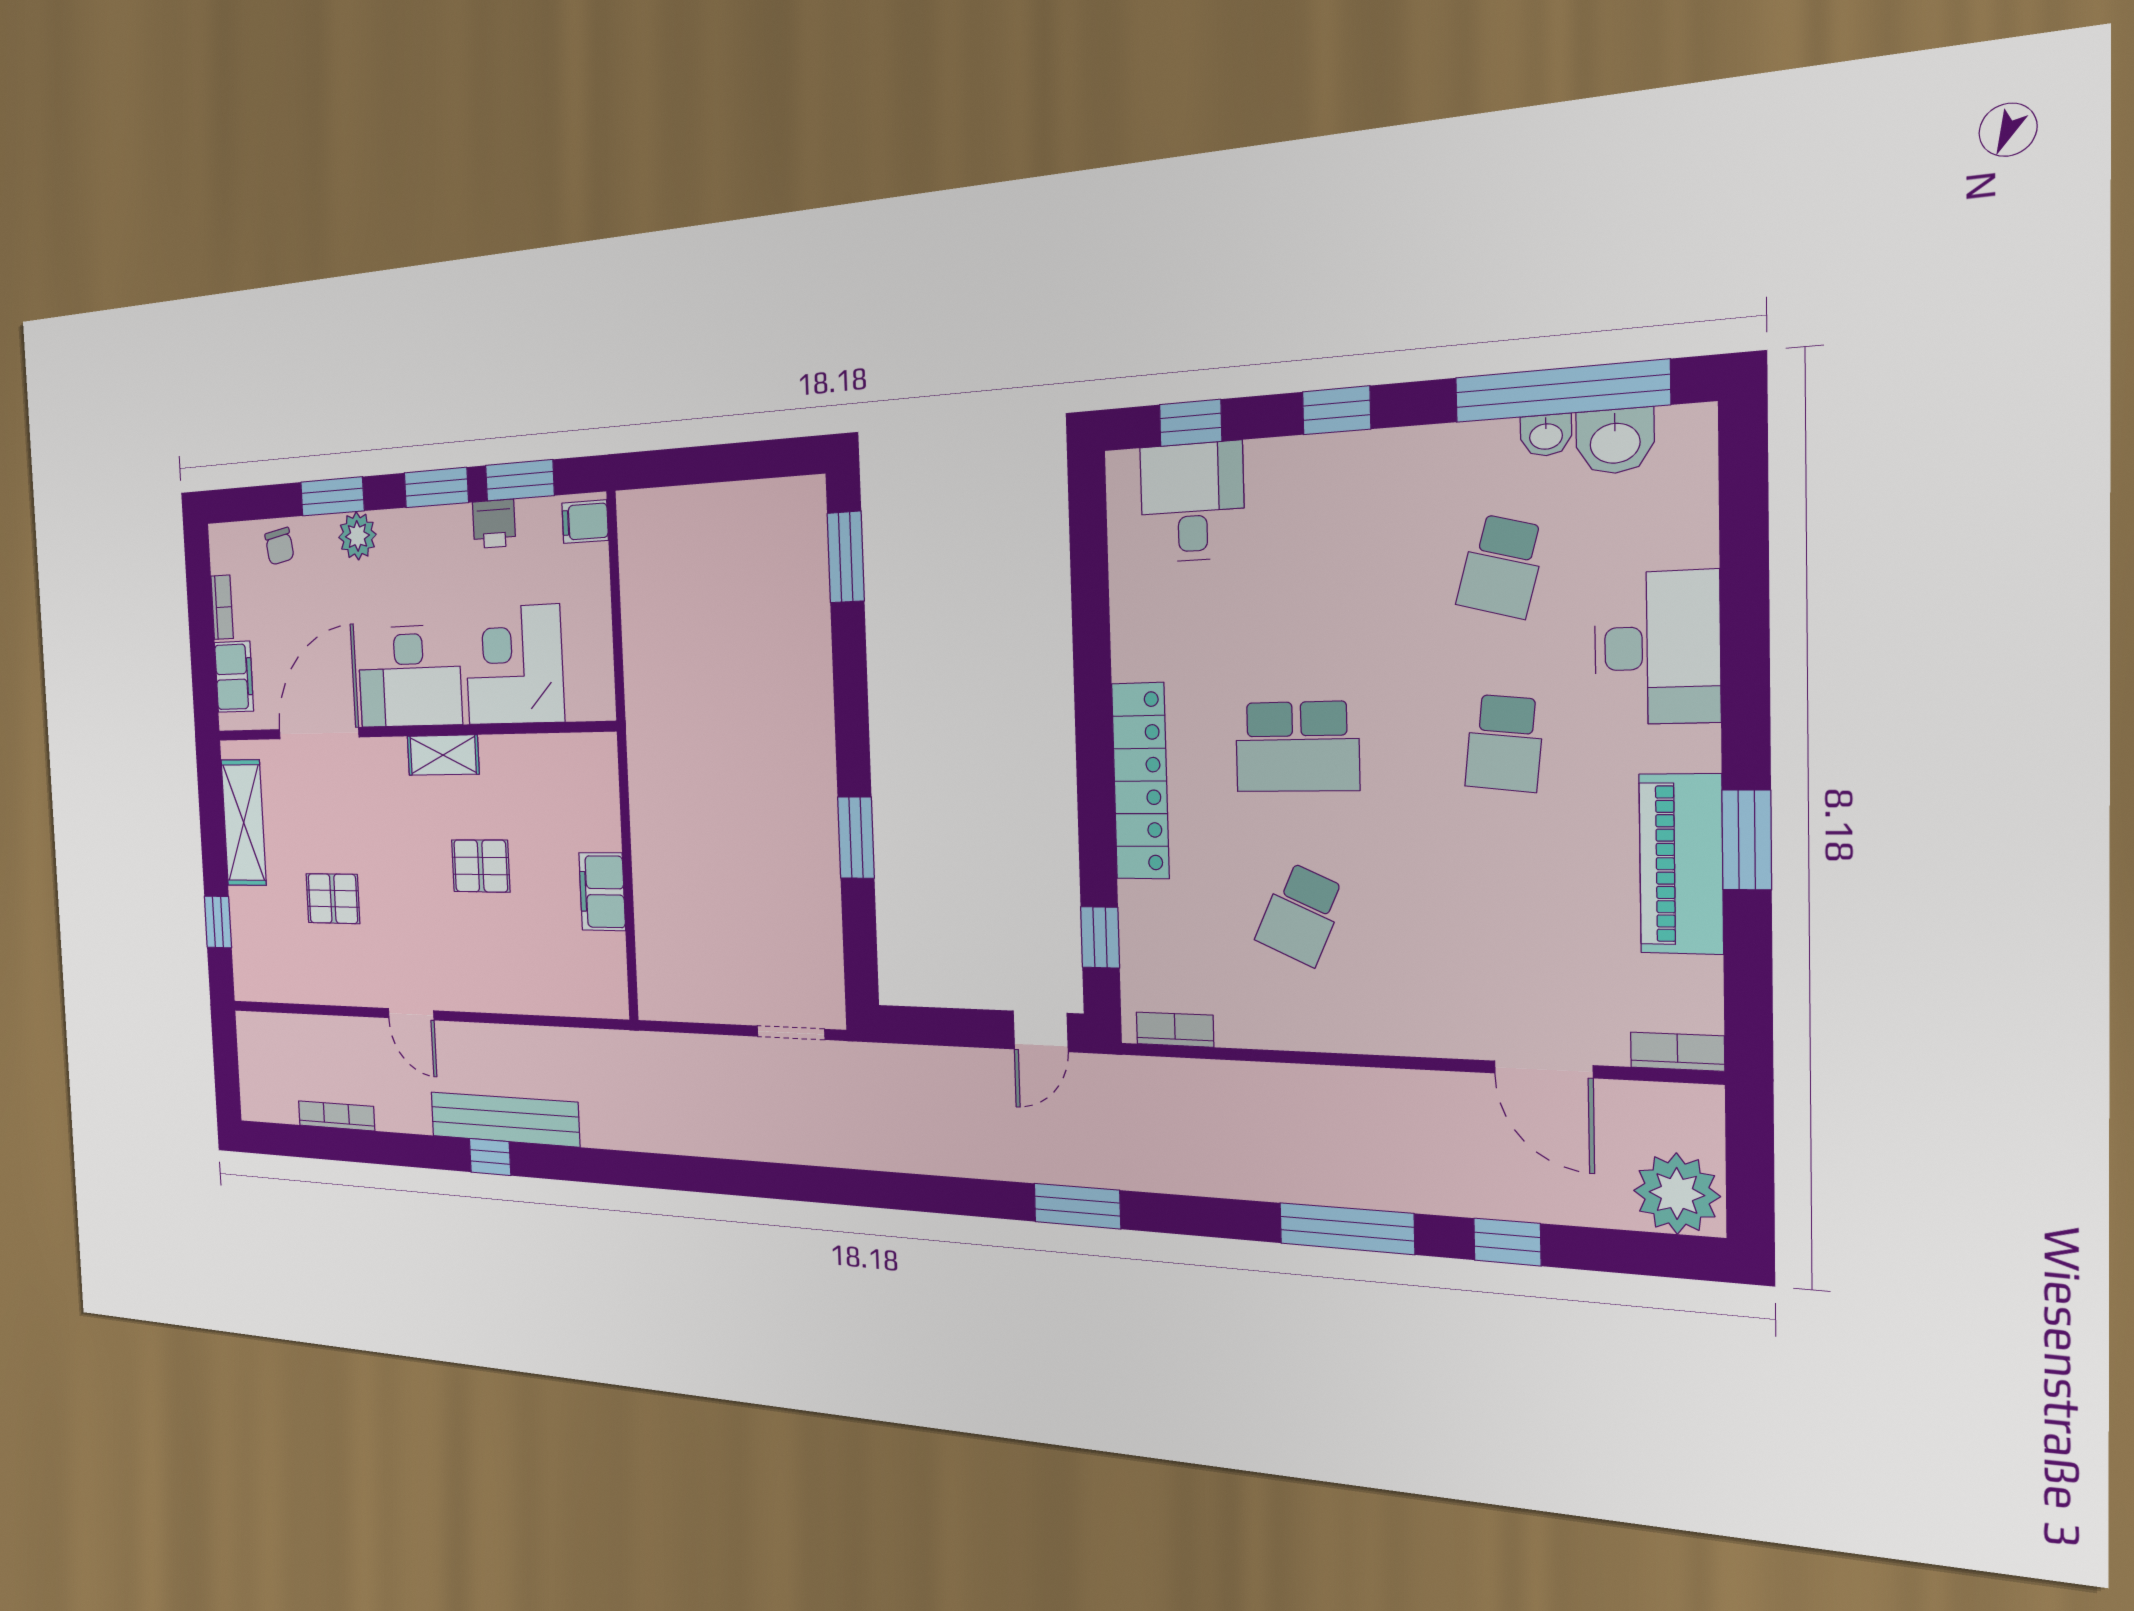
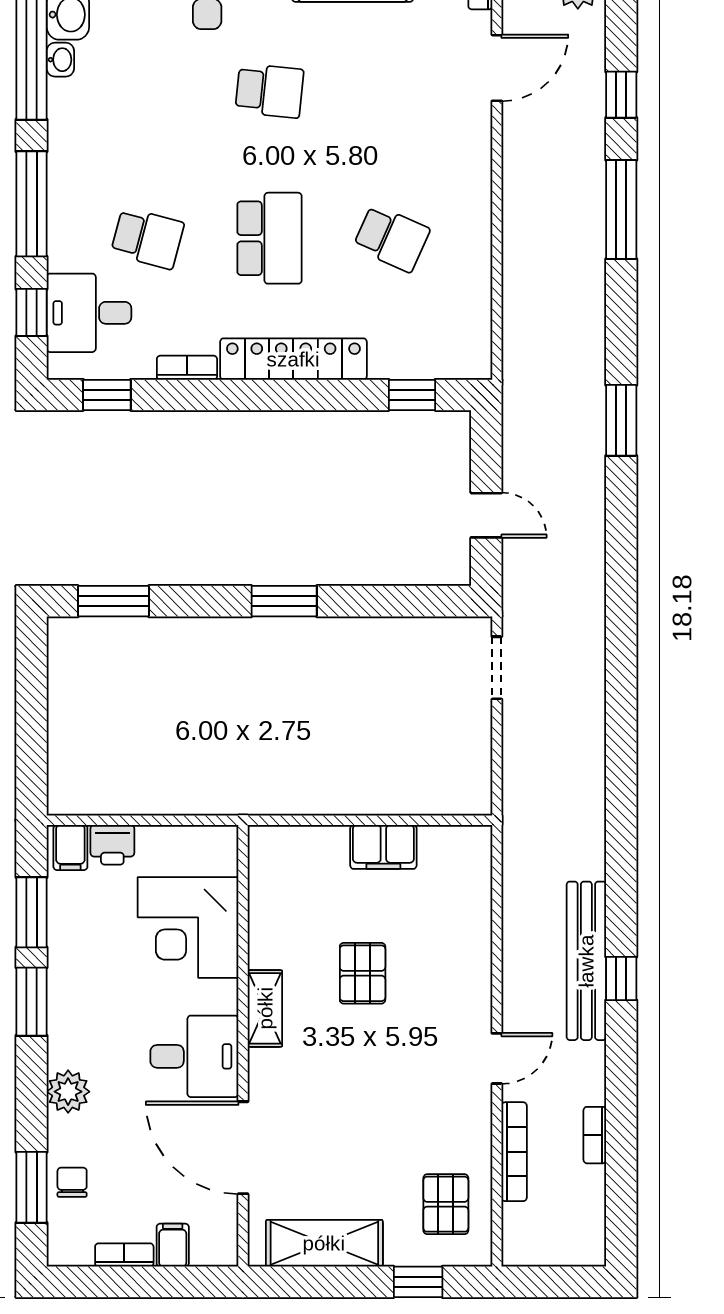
window: (1337, 410) -> (31, 204), width x2.17
window: (332, 496) -> (31, 1187), moved
printer: (494, 524) -> (112, 845), moved, turned 90
window: (1088, 533) -> (107, 395), added
chair: (279, 546) -> (72, 1182), turned -80
school desk: (1502, 566) -> (147, 238), moved
desk: (409, 676) -> (194, 1056), width x0.73
filing cabinet: (234, 677) -> (173, 1245), width x0.50
window: (856, 838) -> (284, 601), moved
pallet: (333, 899) -> (446, 1204), moved
bookcase: (331, 1029) -> (514, 1152), added
bookcase: (1175, 1030) -> (187, 368), moved, turned 90
door: (1041, 1031) -> (486, 515), moved
bookcase: (336, 1116) -> (595, 1135), width x0.64

